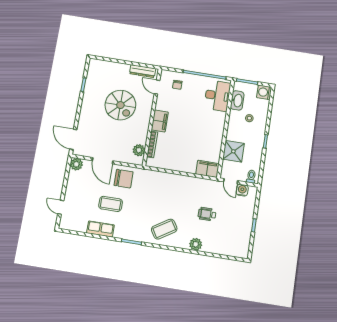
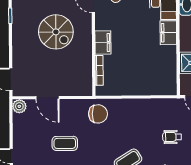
plant: (139, 150) -> (85, 79), removed
filing cabinet: (207, 169) -> (168, 33), moved, turned -90
chair: (124, 179) -> (98, 114), moved

